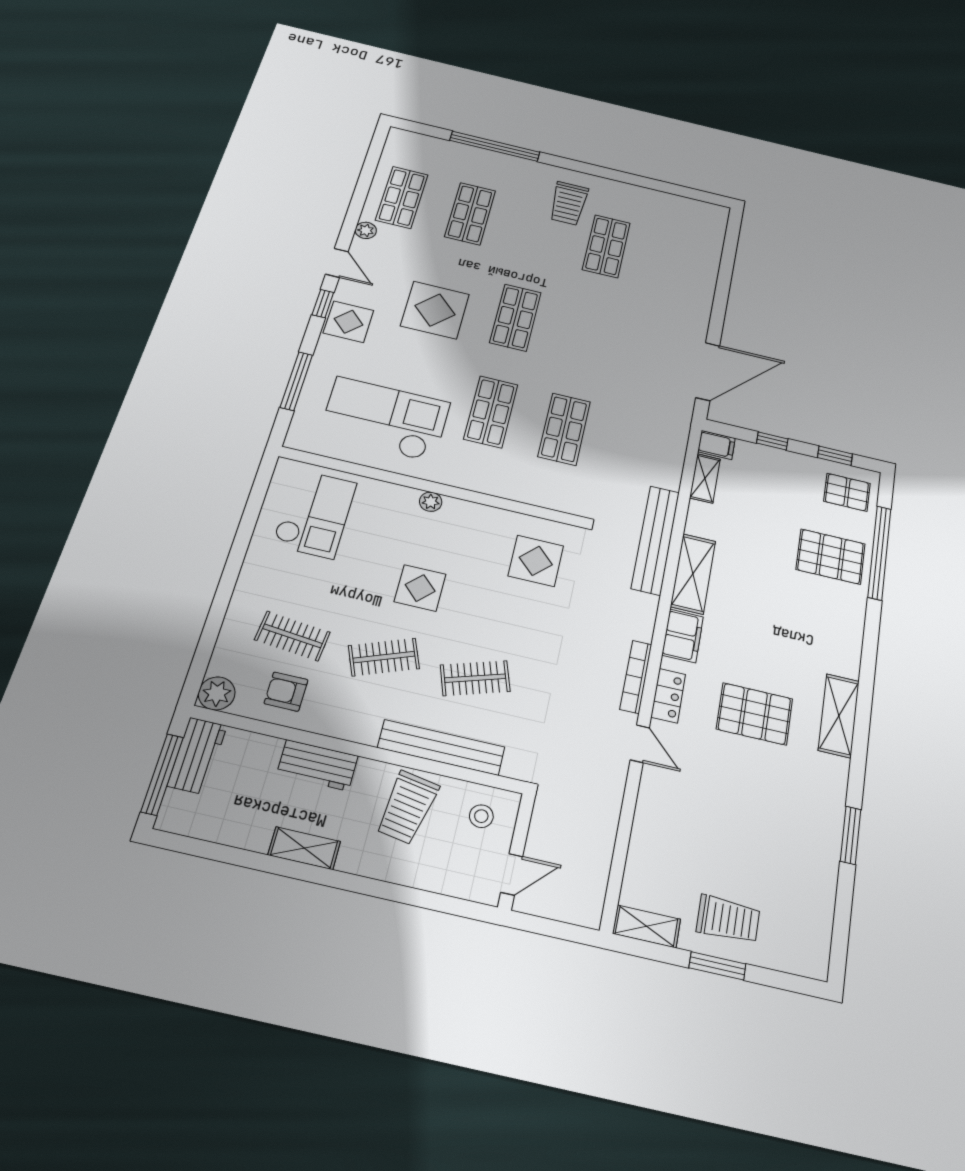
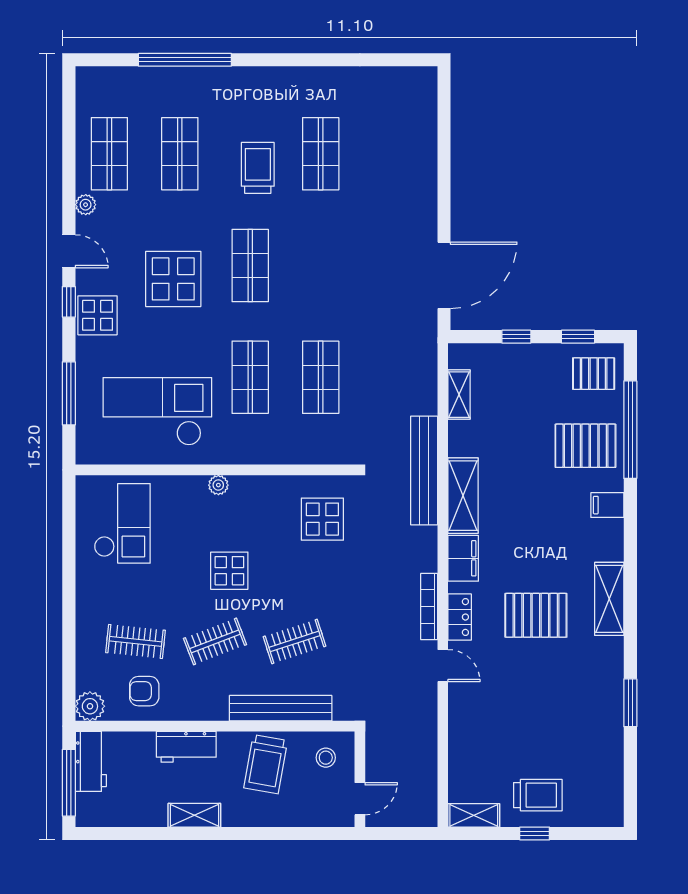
trolley: (569, 203) -> (258, 168), moved, turned 180
filing cabinet: (717, 445) -> (607, 505), moved, turned 180
window: (717, 966) -> (535, 833), width x0.67

